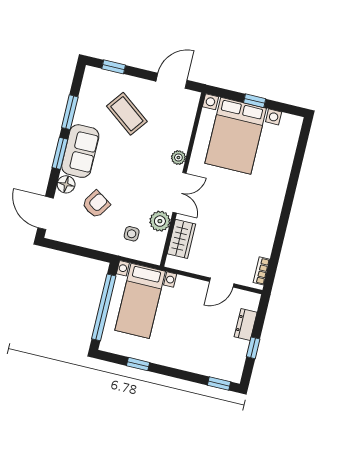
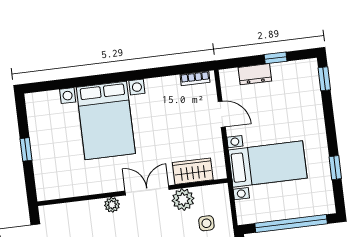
bed with nightstands: (236, 136) -> (106, 120), moved, turned 90
bed with nightstands: (140, 301) -> (268, 164), moved

